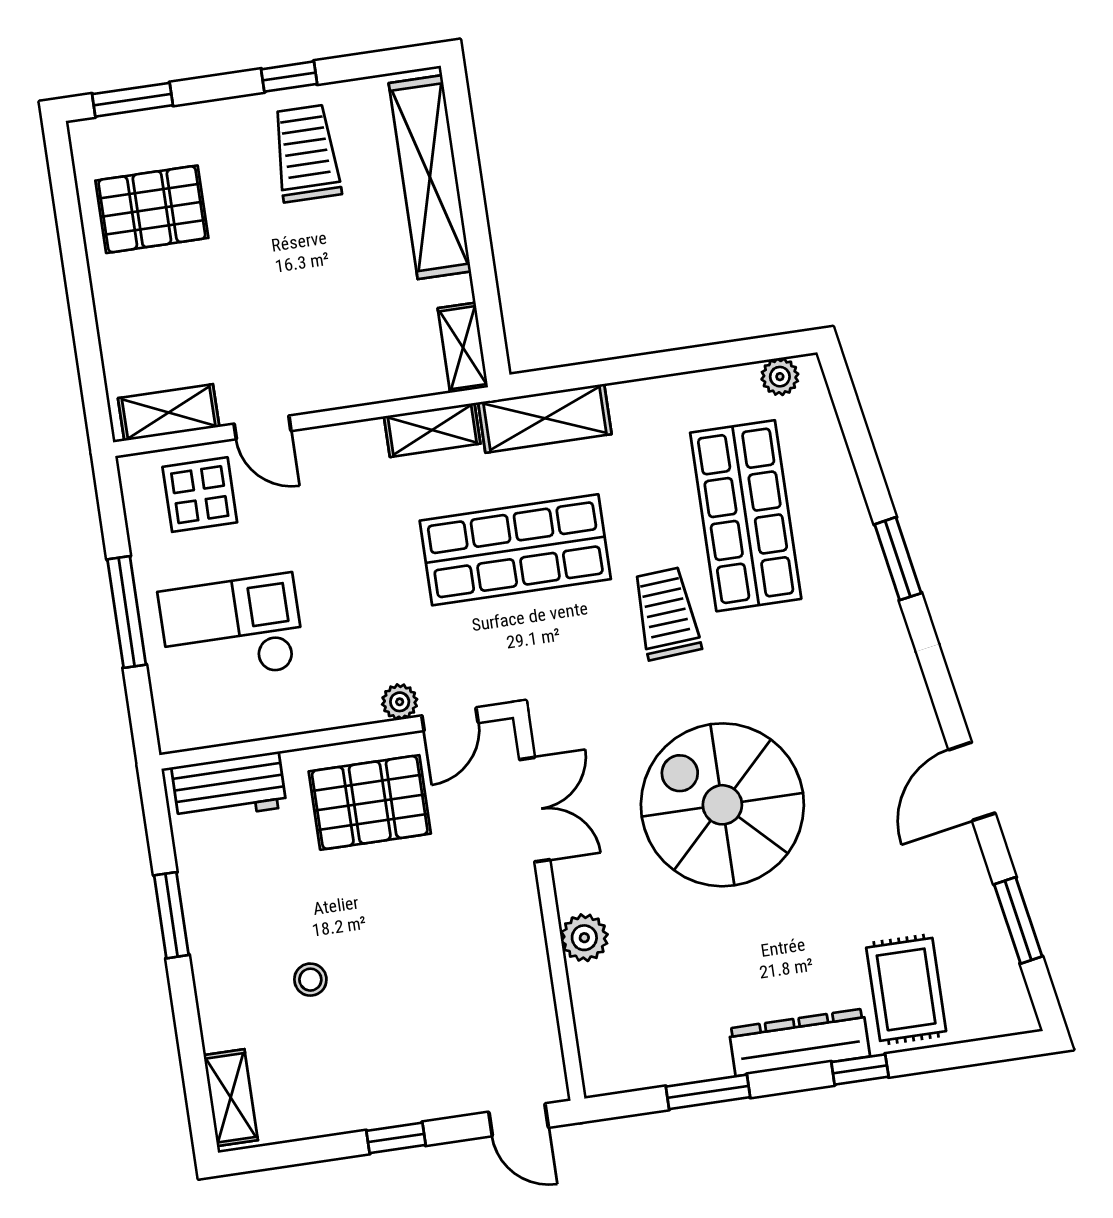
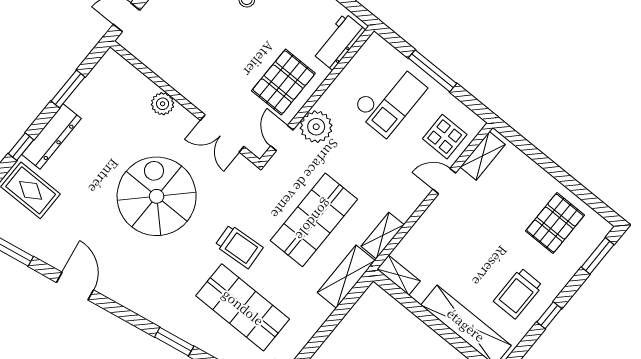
trolley: (306, 153) -> (518, 293), turned 90
plant: (400, 702) -> (316, 127), width x1.88, depth x1.88
spiral stairs: (722, 805) -> (157, 196), turned -90

